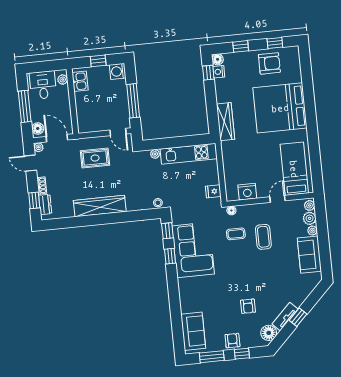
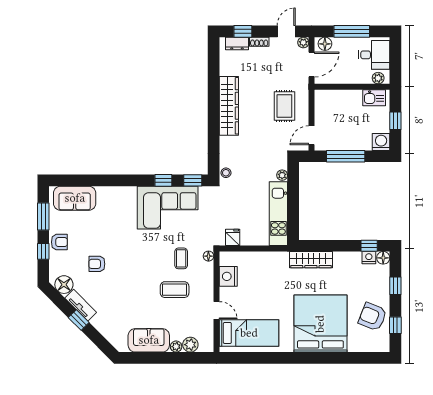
armchair: (269, 63) -> (373, 317), turned 112
plant: (310, 205) -> (205, 346), removed

